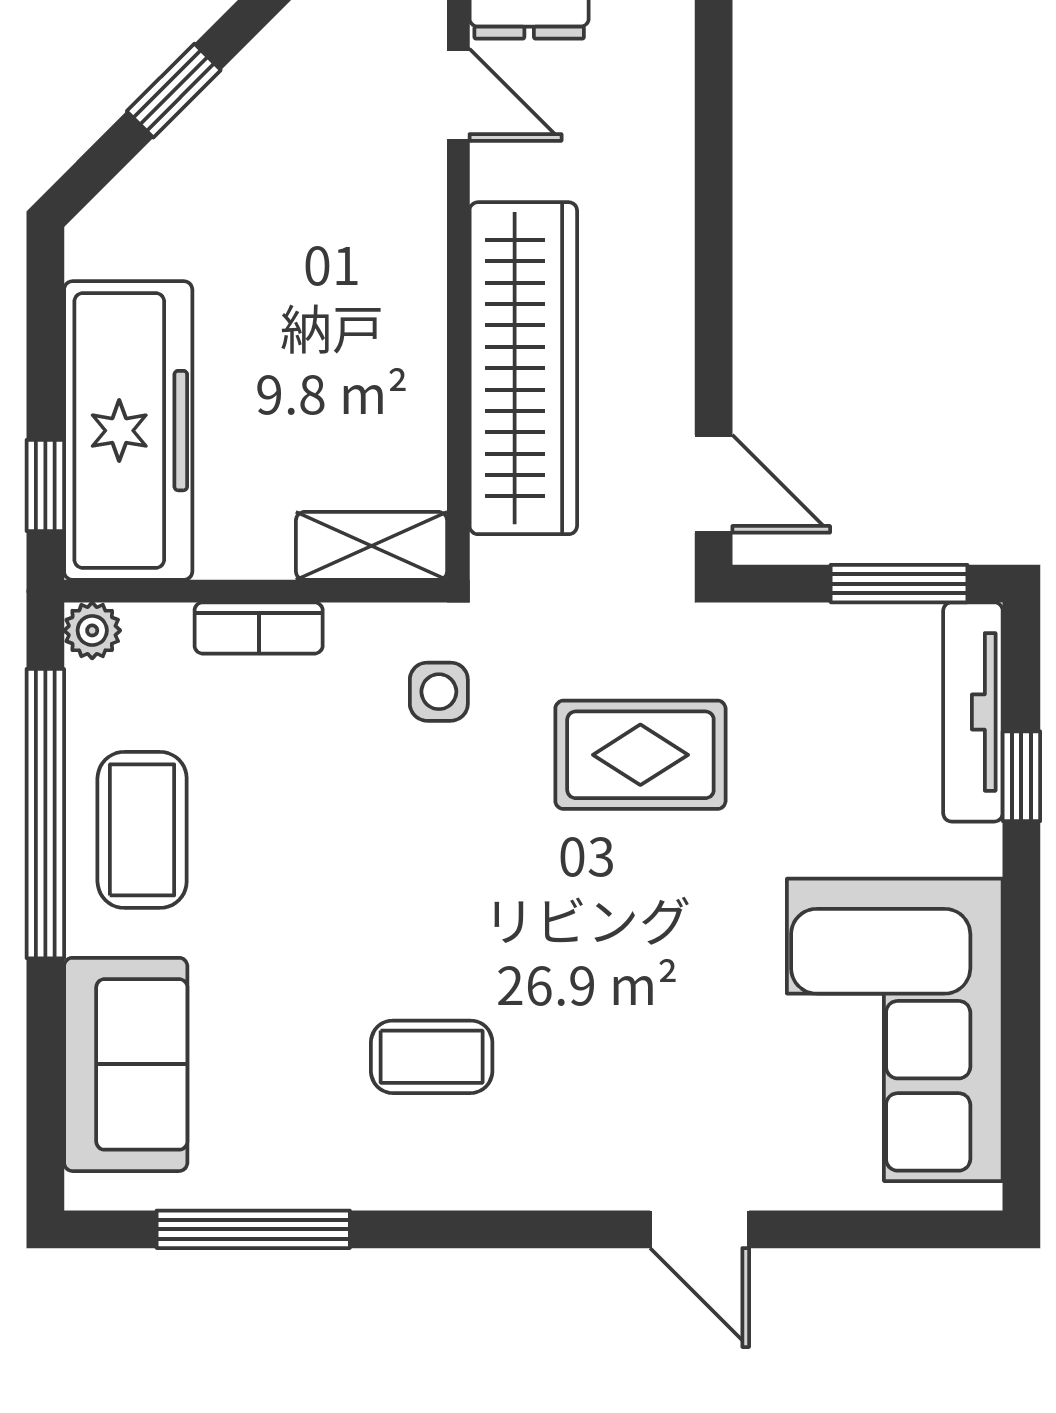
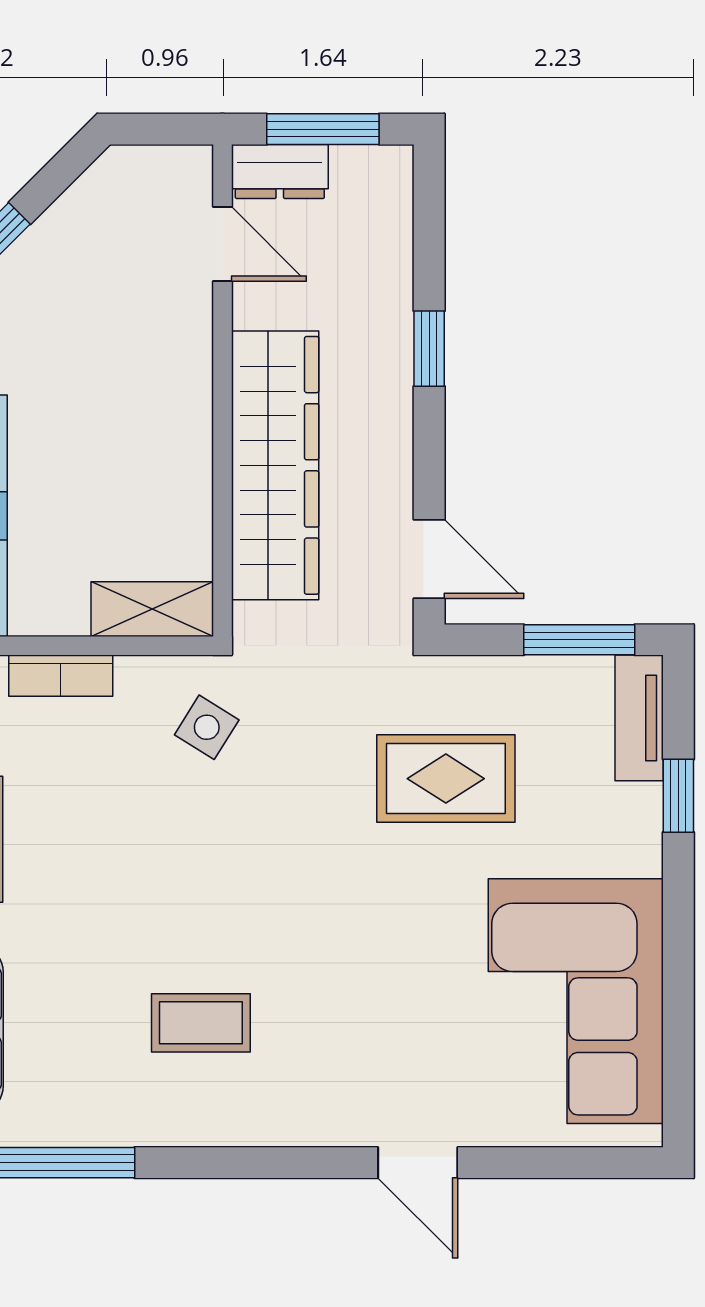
window: (714, 224) -> (429, 349), added
side table: (439, 692) -> (207, 727), turned 32
tv unit: (973, 712) -> (639, 718), width x0.71
rug: (640, 755) -> (446, 779), moved

